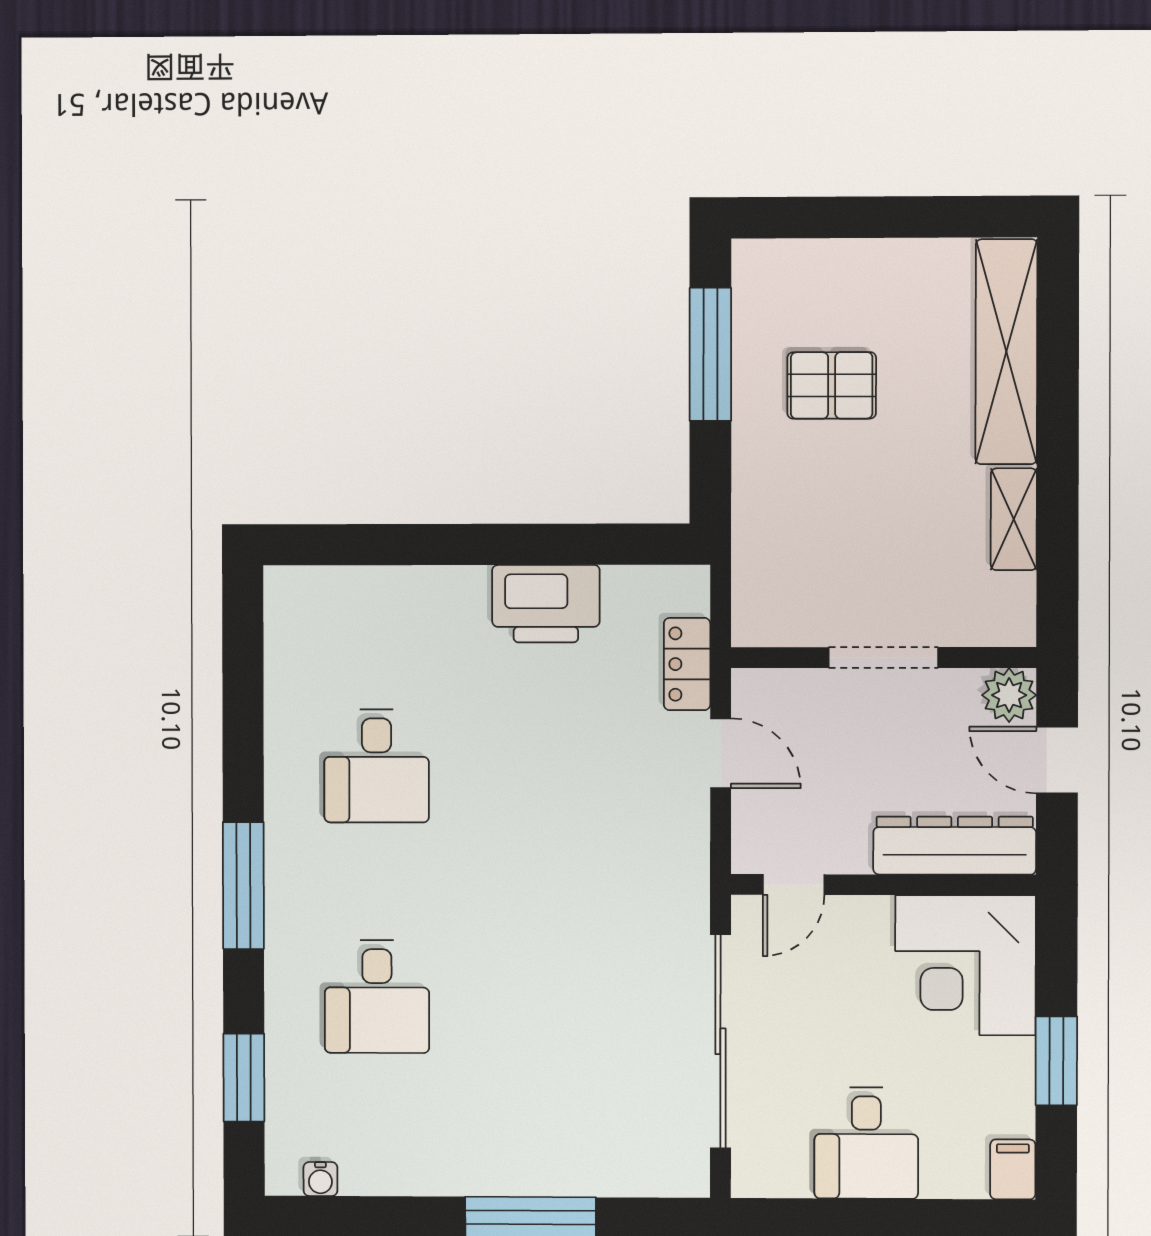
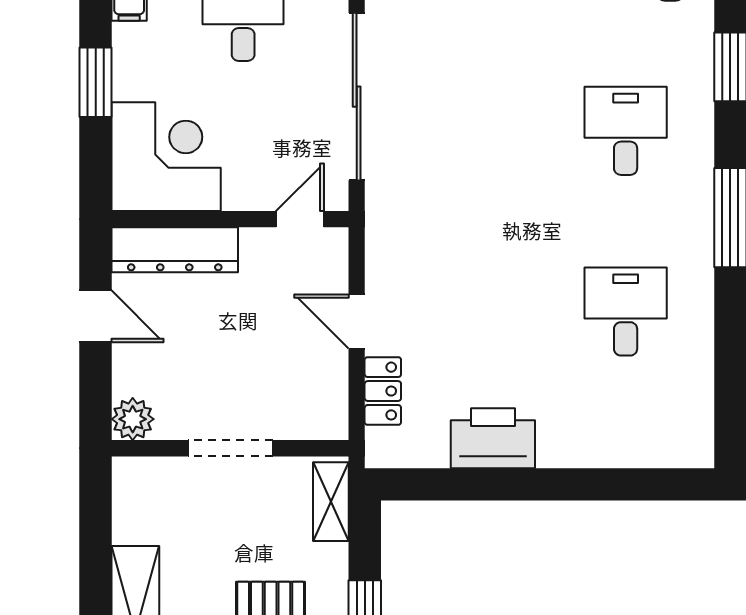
shelving: (1014, 519) -> (331, 502), moved
doorway: (883, 658) -> (230, 448), moved
wall: (883, 658) -> (230, 448), moved
plant: (1009, 695) -> (133, 419), moved

